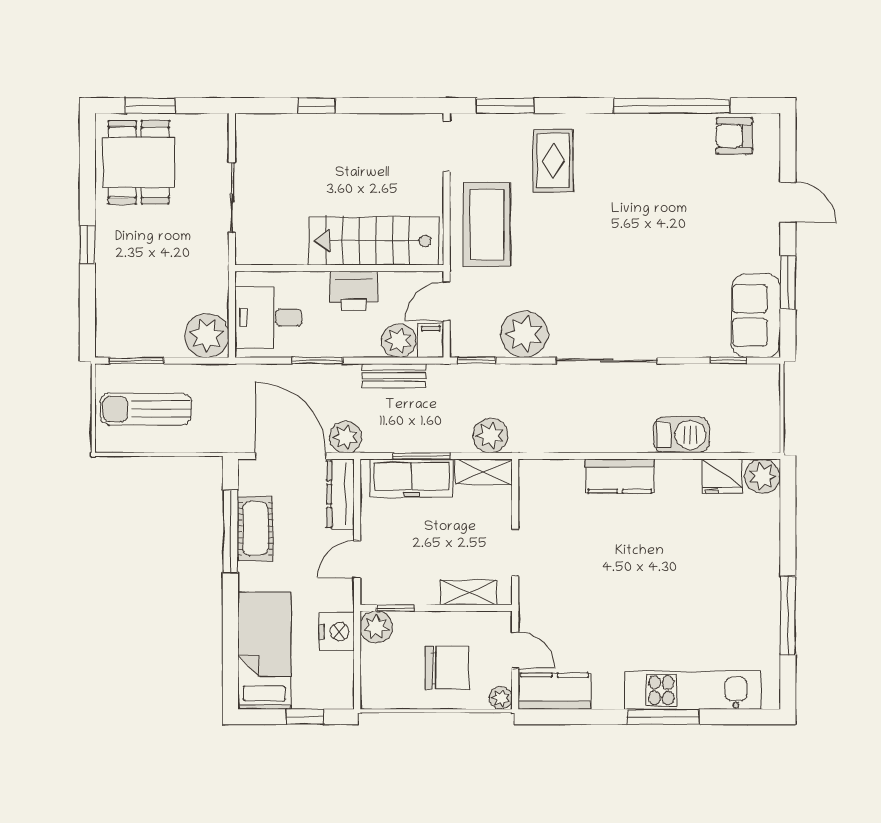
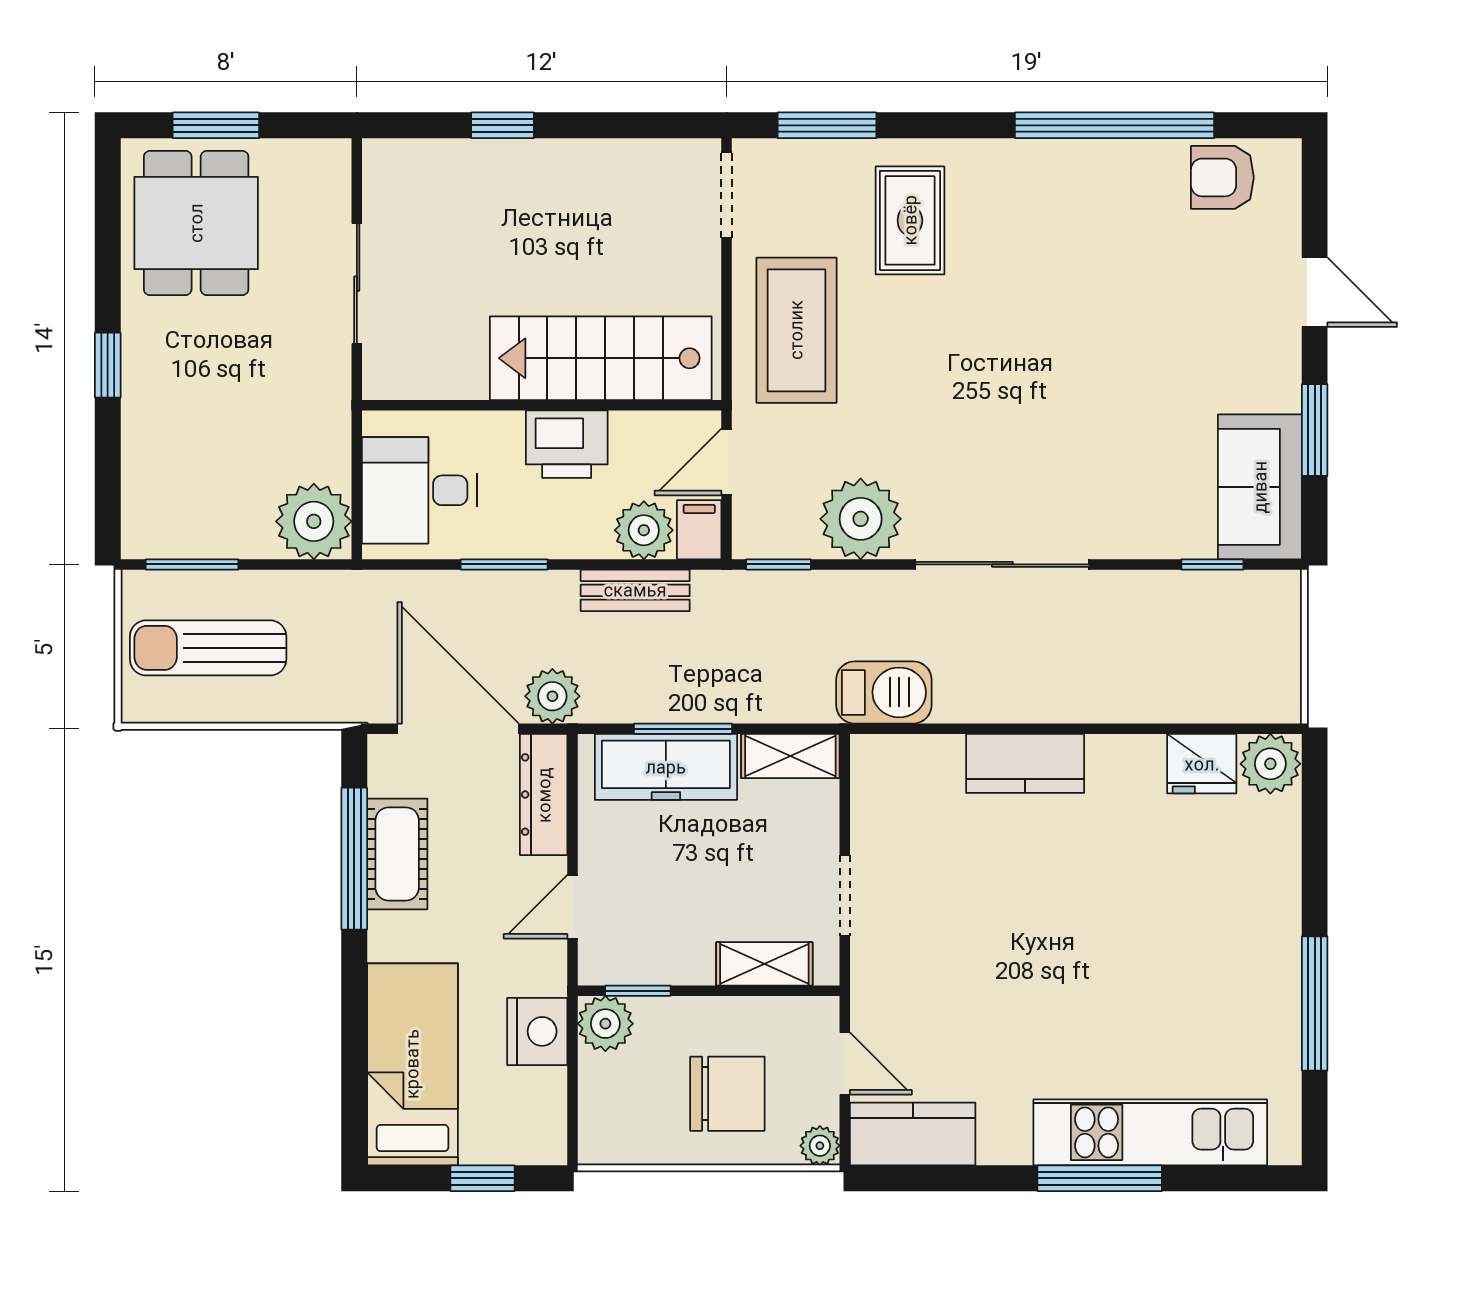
barbecue: (682, 435) -> (884, 692), moved
plant: (490, 436) -> (802, 694), removed

